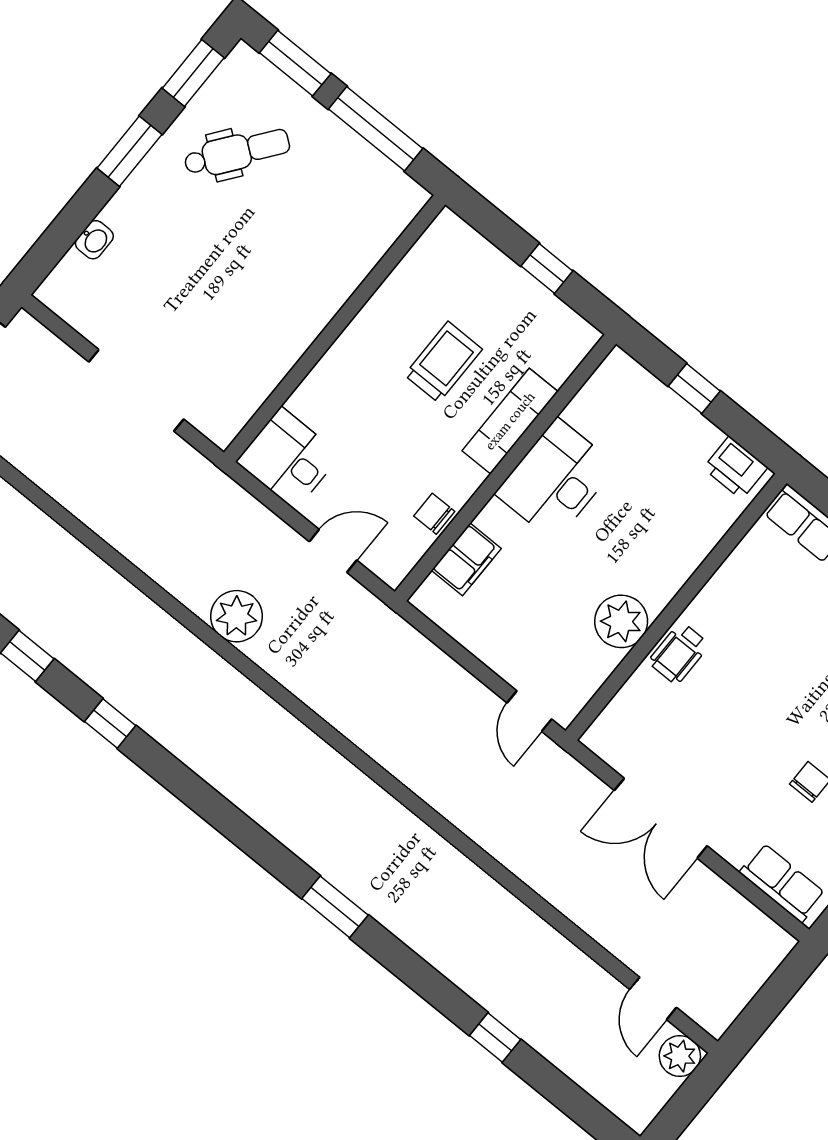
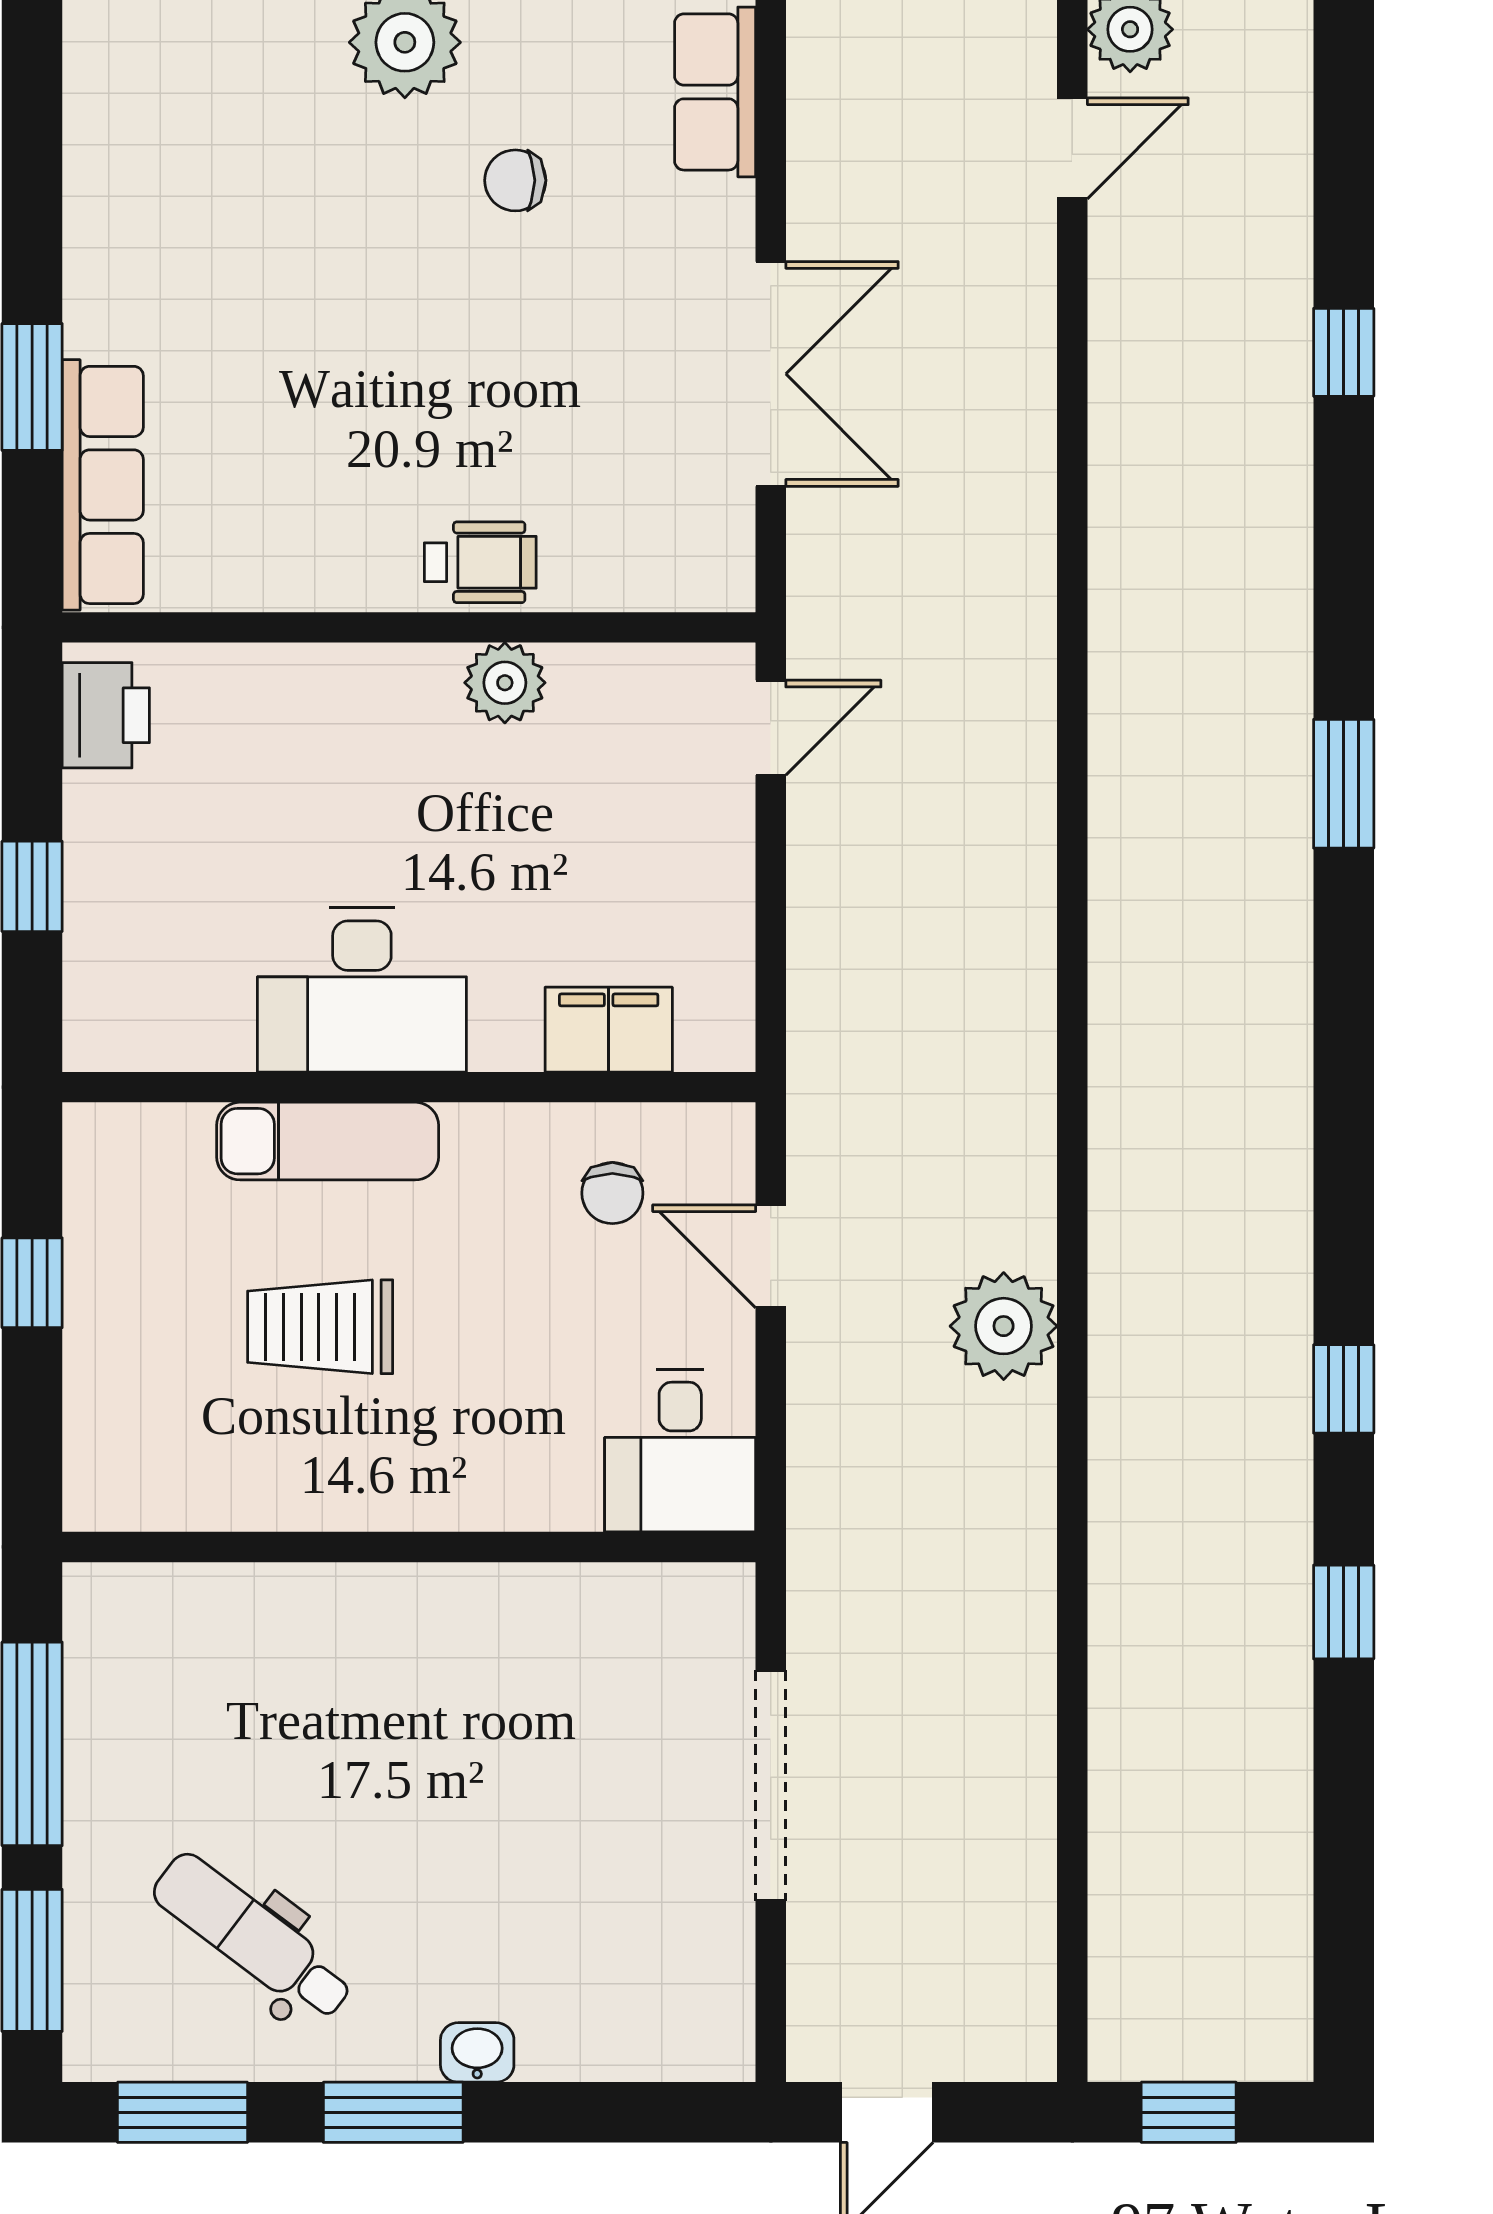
washbasin: (94, 240) -> (477, 2052), moved
chair: (434, 514) -> (612, 1193), moved
plant: (621, 621) -> (505, 683), width x0.73, depth x0.73

